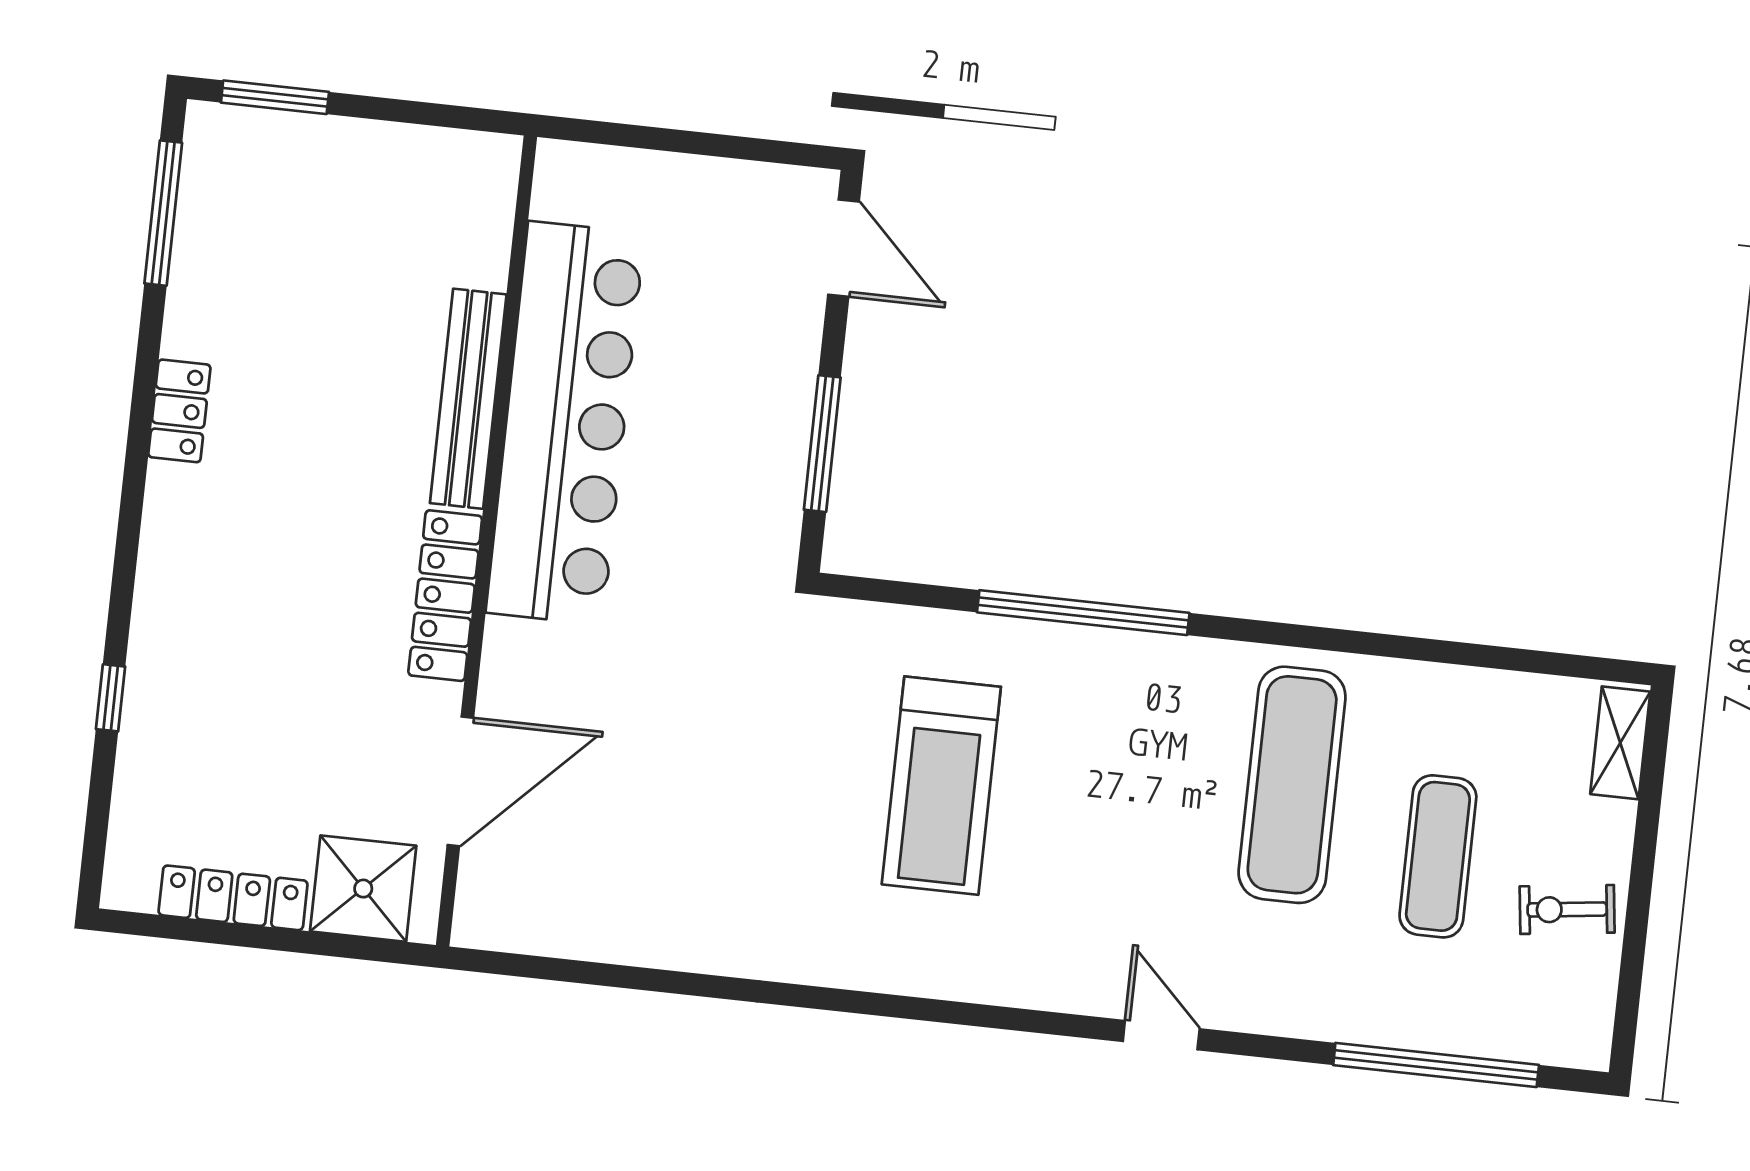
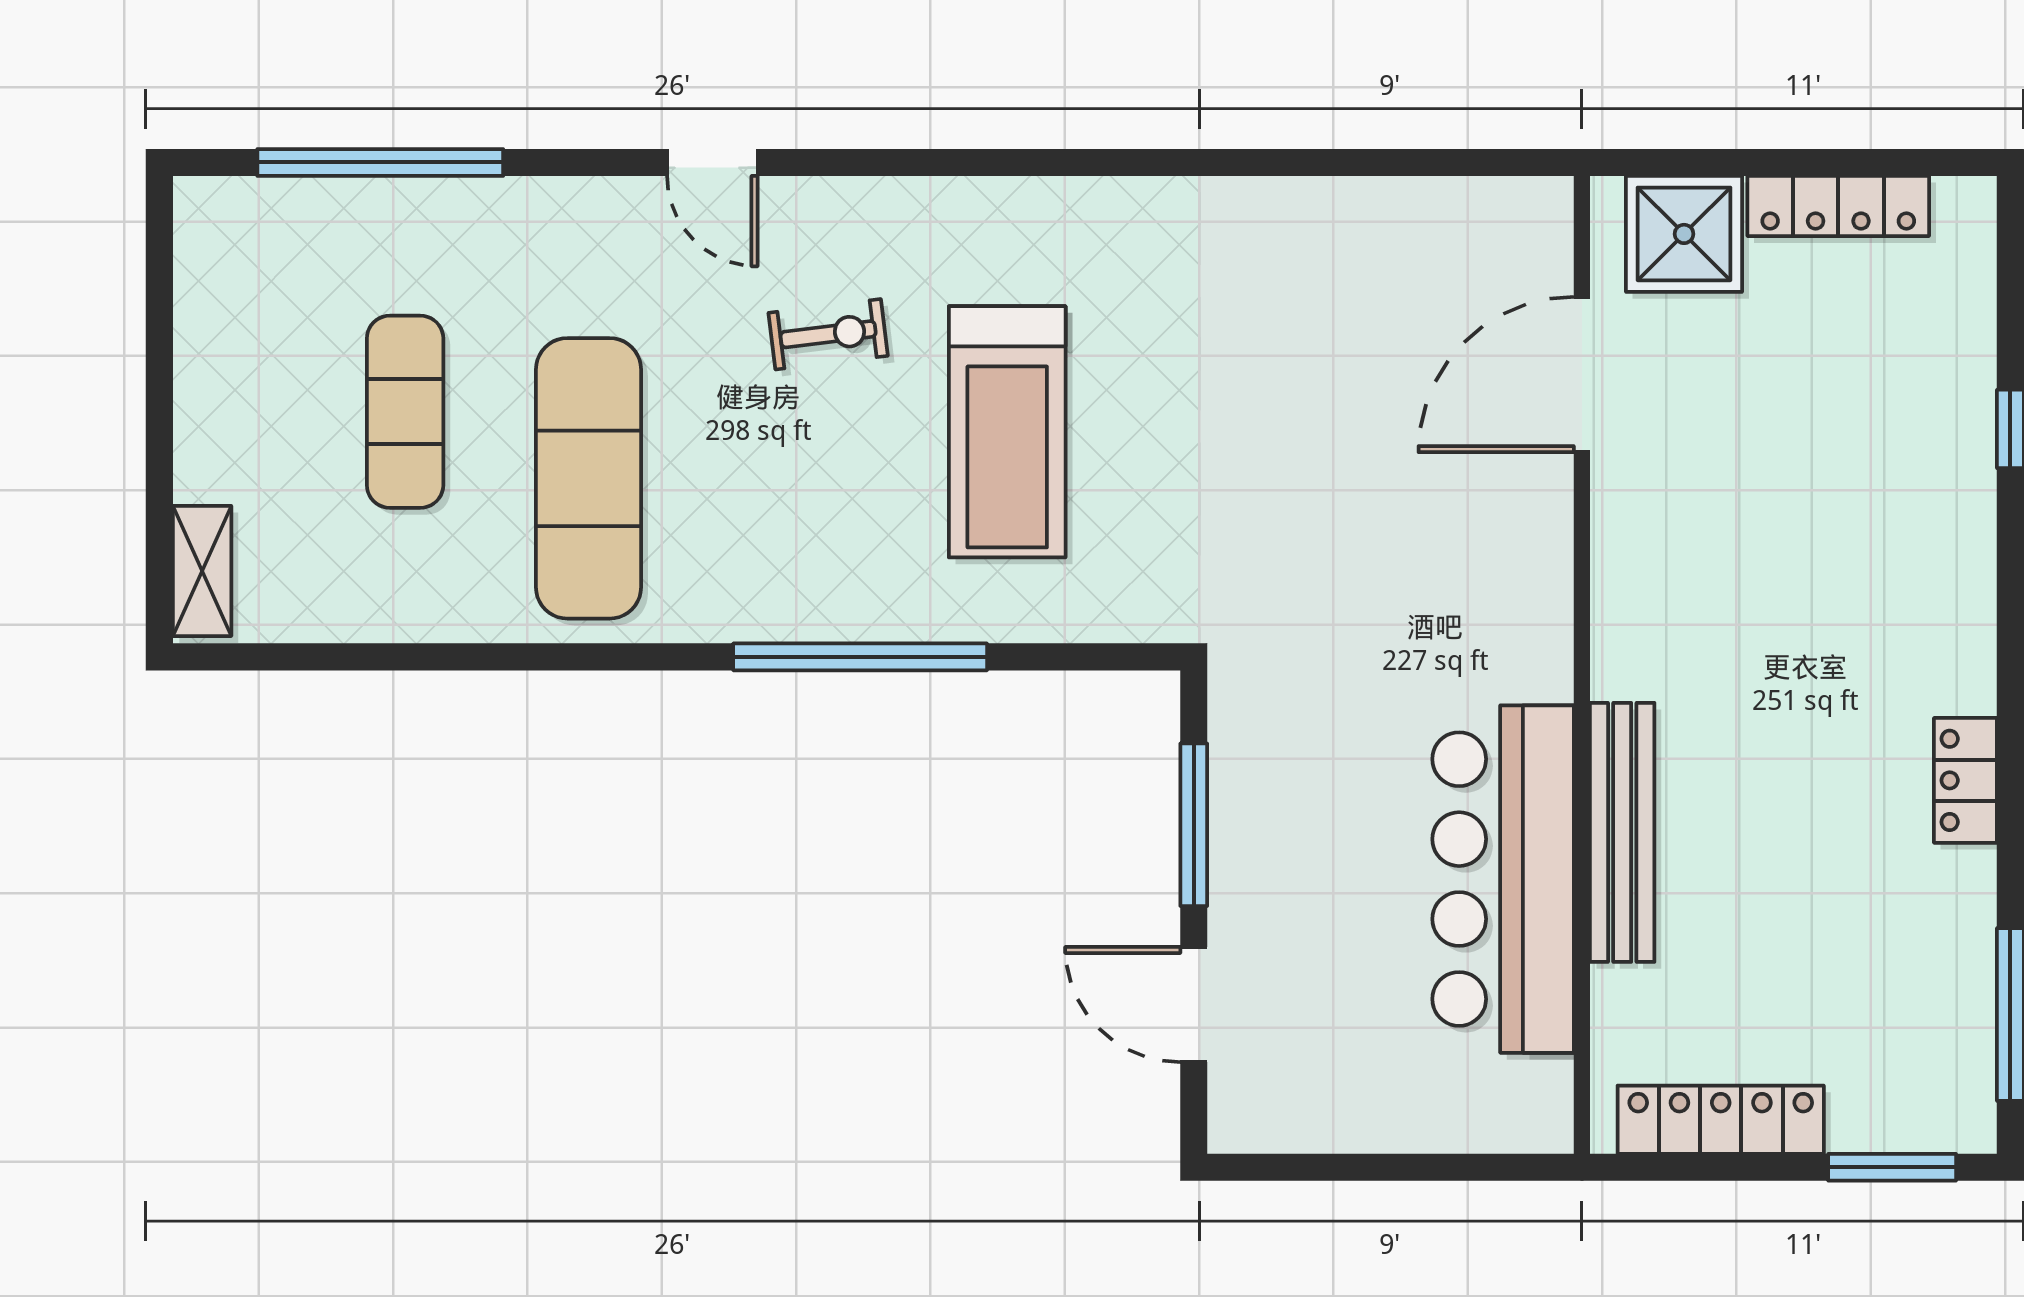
door: (843, 248) -> (1194, 1005), moved
bar counter: (565, 423) -> (1503, 879), width x0.73
locker: (445, 596) -> (1721, 1120), moved, turned -90
treadmill: (941, 786) -> (1007, 432), turned 180
exercise bike: (1567, 909) -> (828, 334), moved

